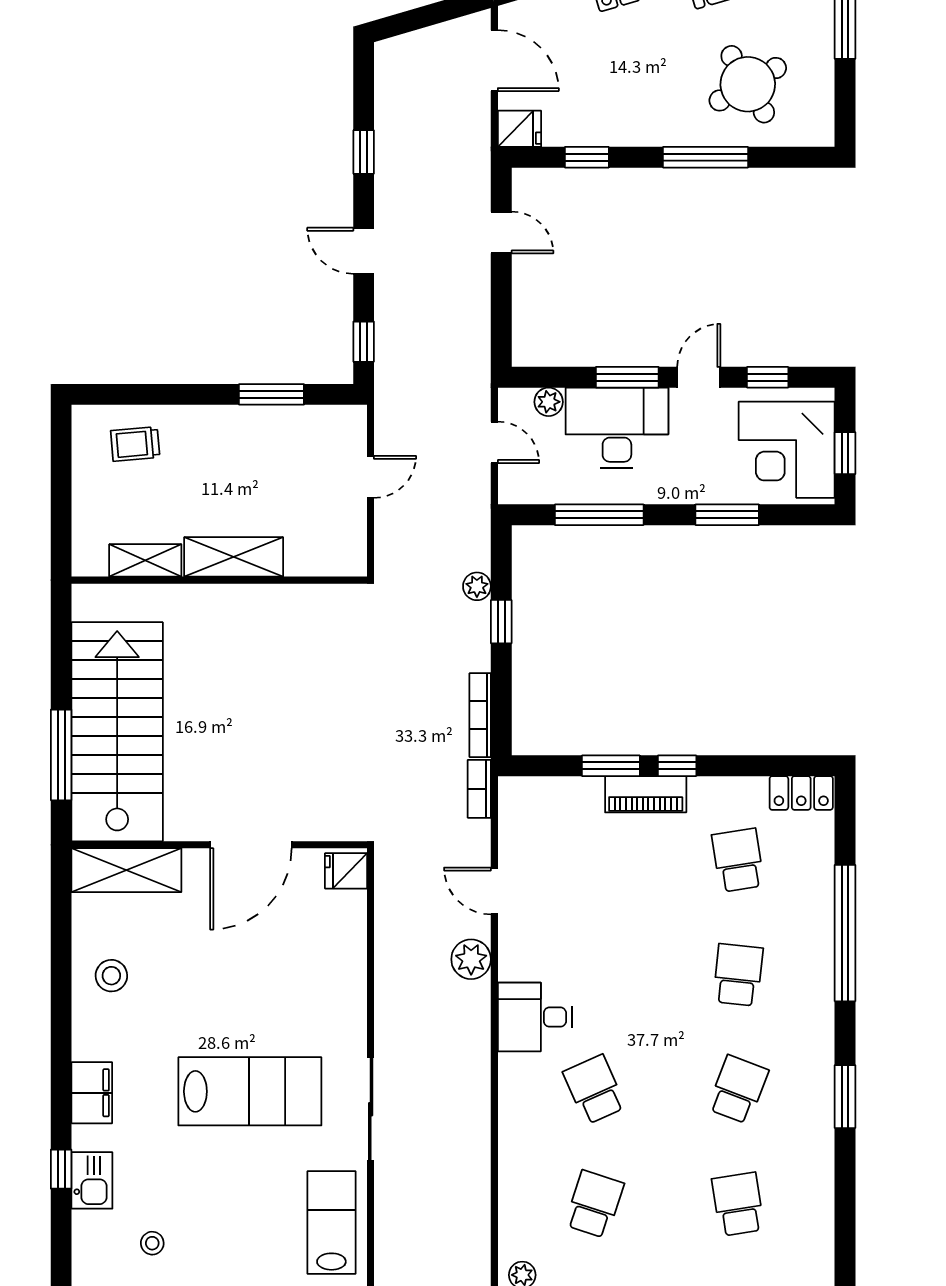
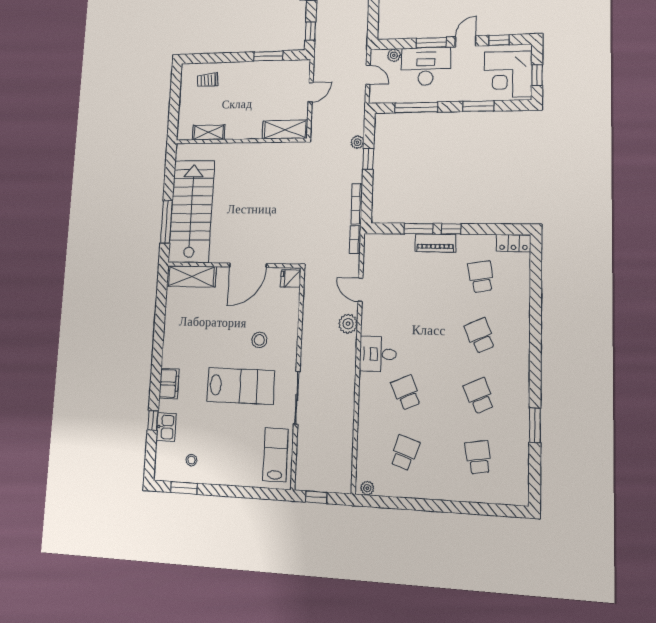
shelving: (234, 557) -> (285, 130), moved
window: (845, 933) -> (536, 316), removed
school desk: (738, 975) -> (480, 336), turned -30
stool: (111, 976) -> (259, 340), moved
school desk: (738, 1089) -> (479, 396), turned -45
window: (845, 1097) -> (535, 425), moved

